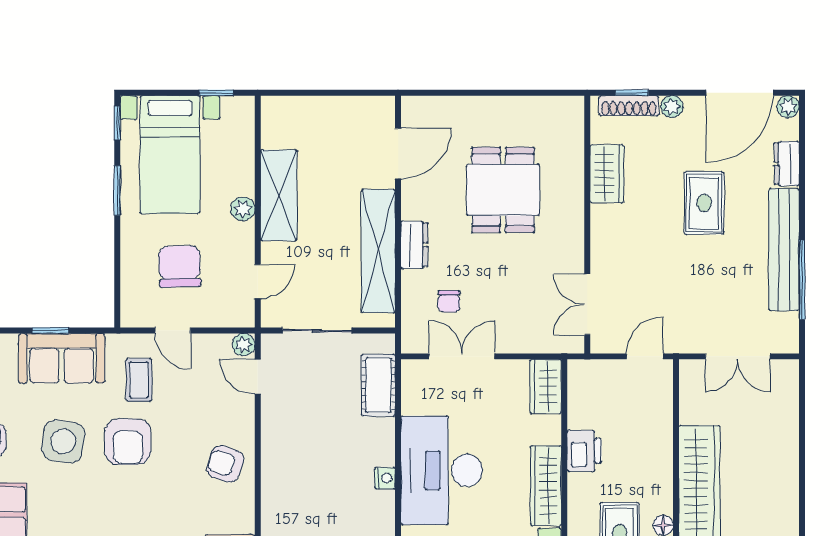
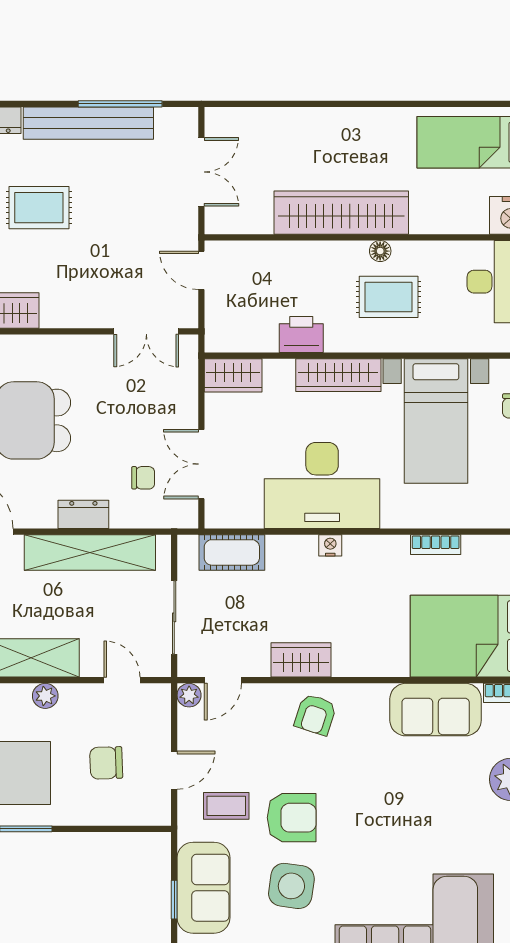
chair: (180, 266) -> (106, 763), width x0.73, depth x0.73
wardrobe: (277, 450) -> (301, 660), added

